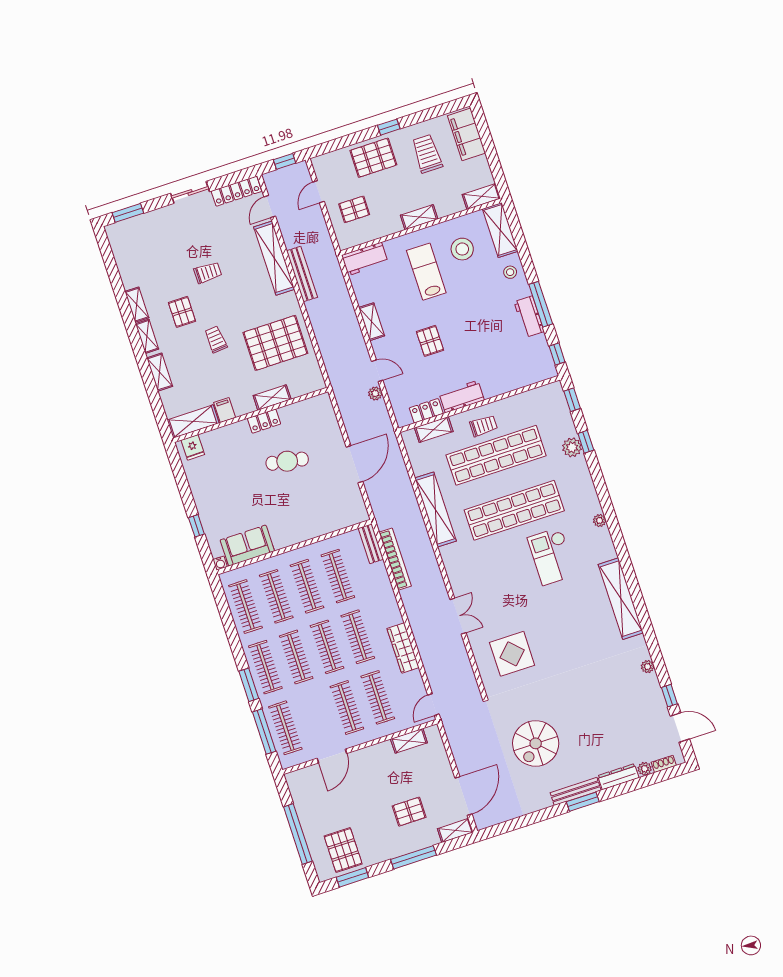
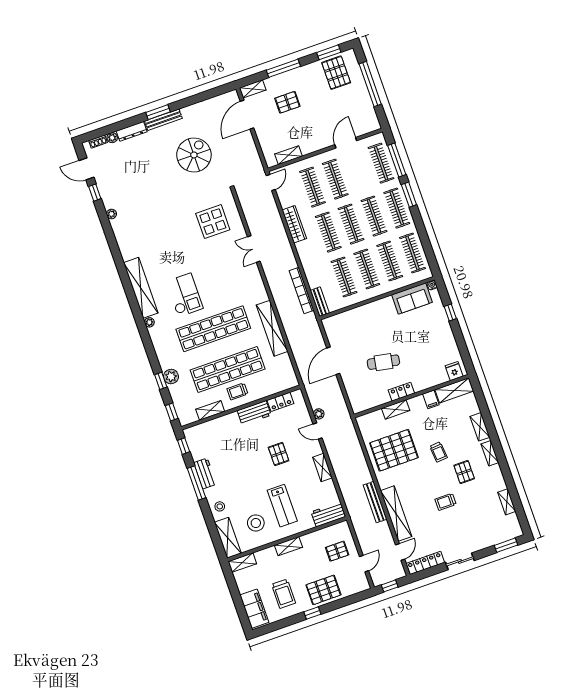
shelving: (137, 305) -> (507, 502), moved
shelving: (434, 430) -> (210, 410), moved
shelving: (621, 599) -> (141, 288), moved

